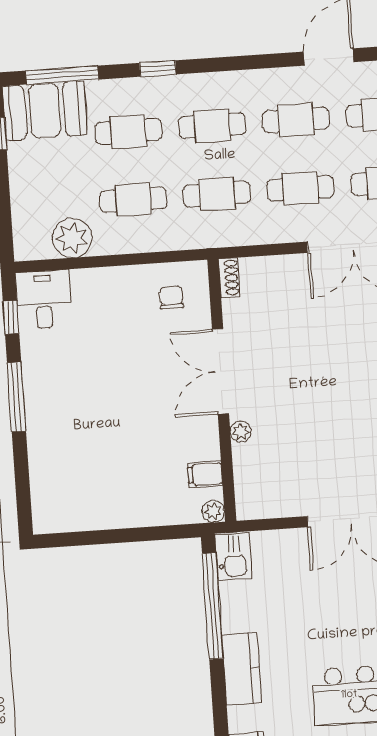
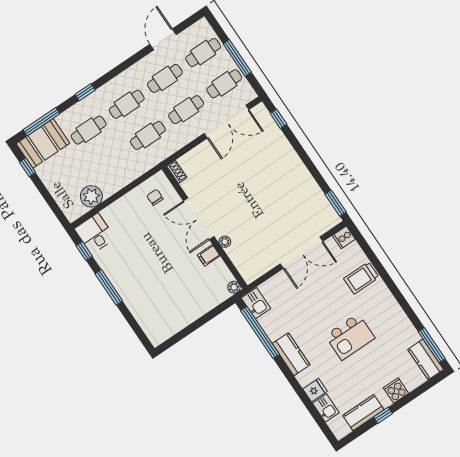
cafe table: (133, 200) -> (110, 161), removed
filing cabinet: (205, 474) -> (209, 255), moved

